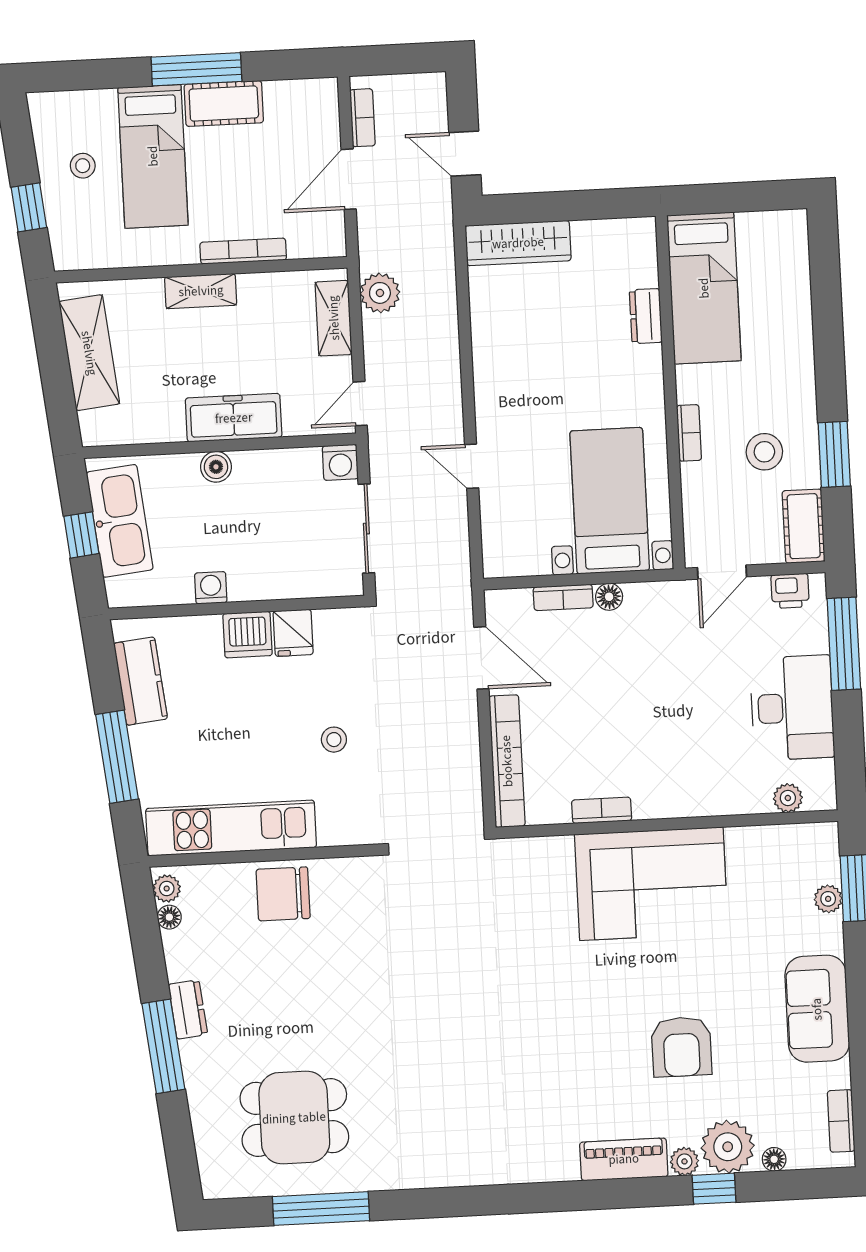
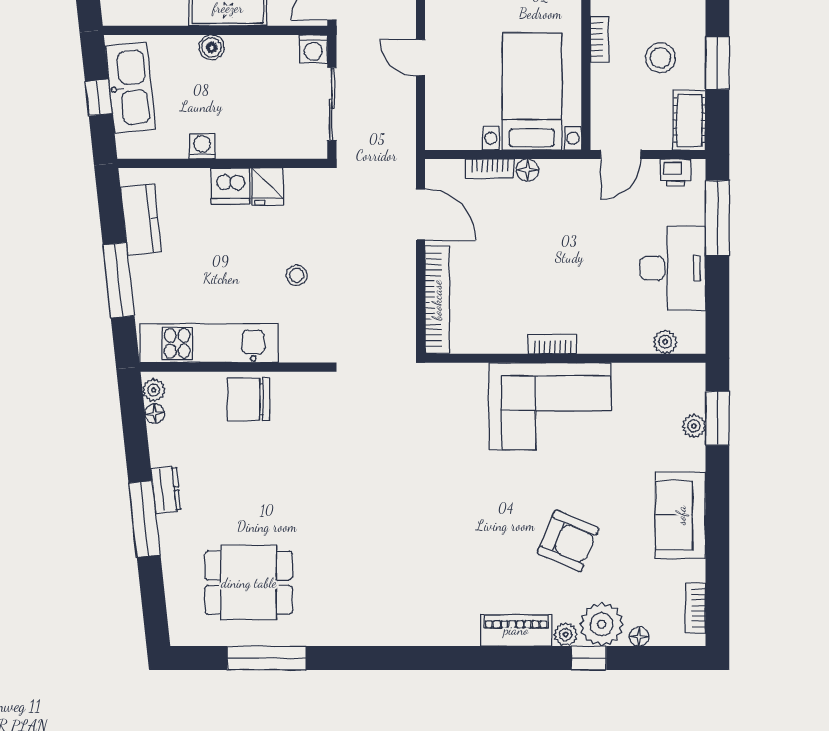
bookcase: (602, 810) -> (552, 344), moved
armchair: (681, 1047) -> (568, 541), turned -67

